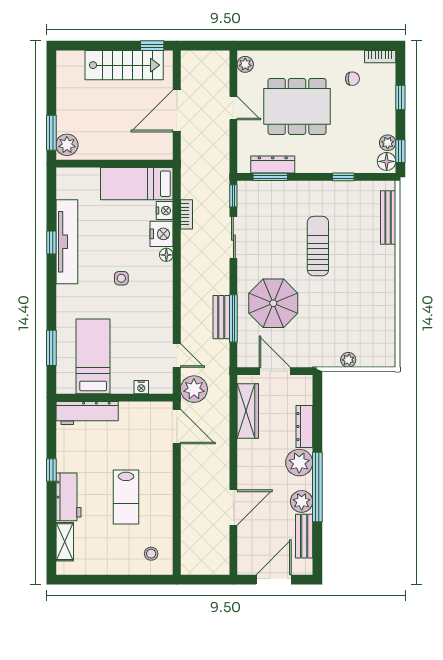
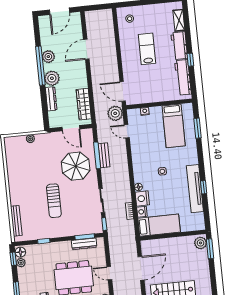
workbench: (87, 413) -> (183, 77), moved, turned -90
bench: (304, 536) -> (45, 37), removed

